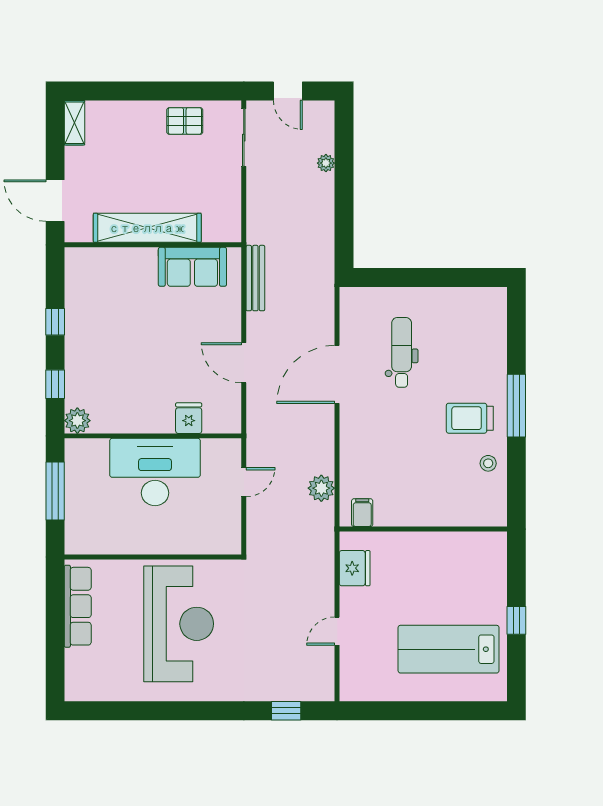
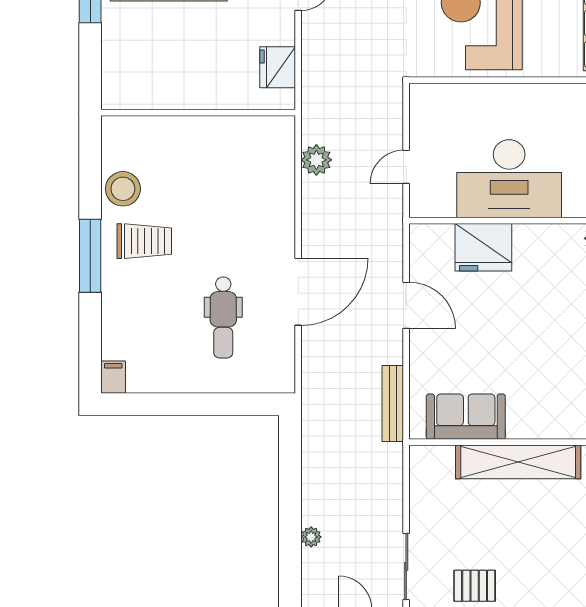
fridge: (189, 418) -> (483, 247), width x1.88, depth x1.34
stool: (488, 463) -> (123, 189), width x1.89, depth x1.89
filing cabinet: (362, 513) -> (113, 377), moved, turned 180

